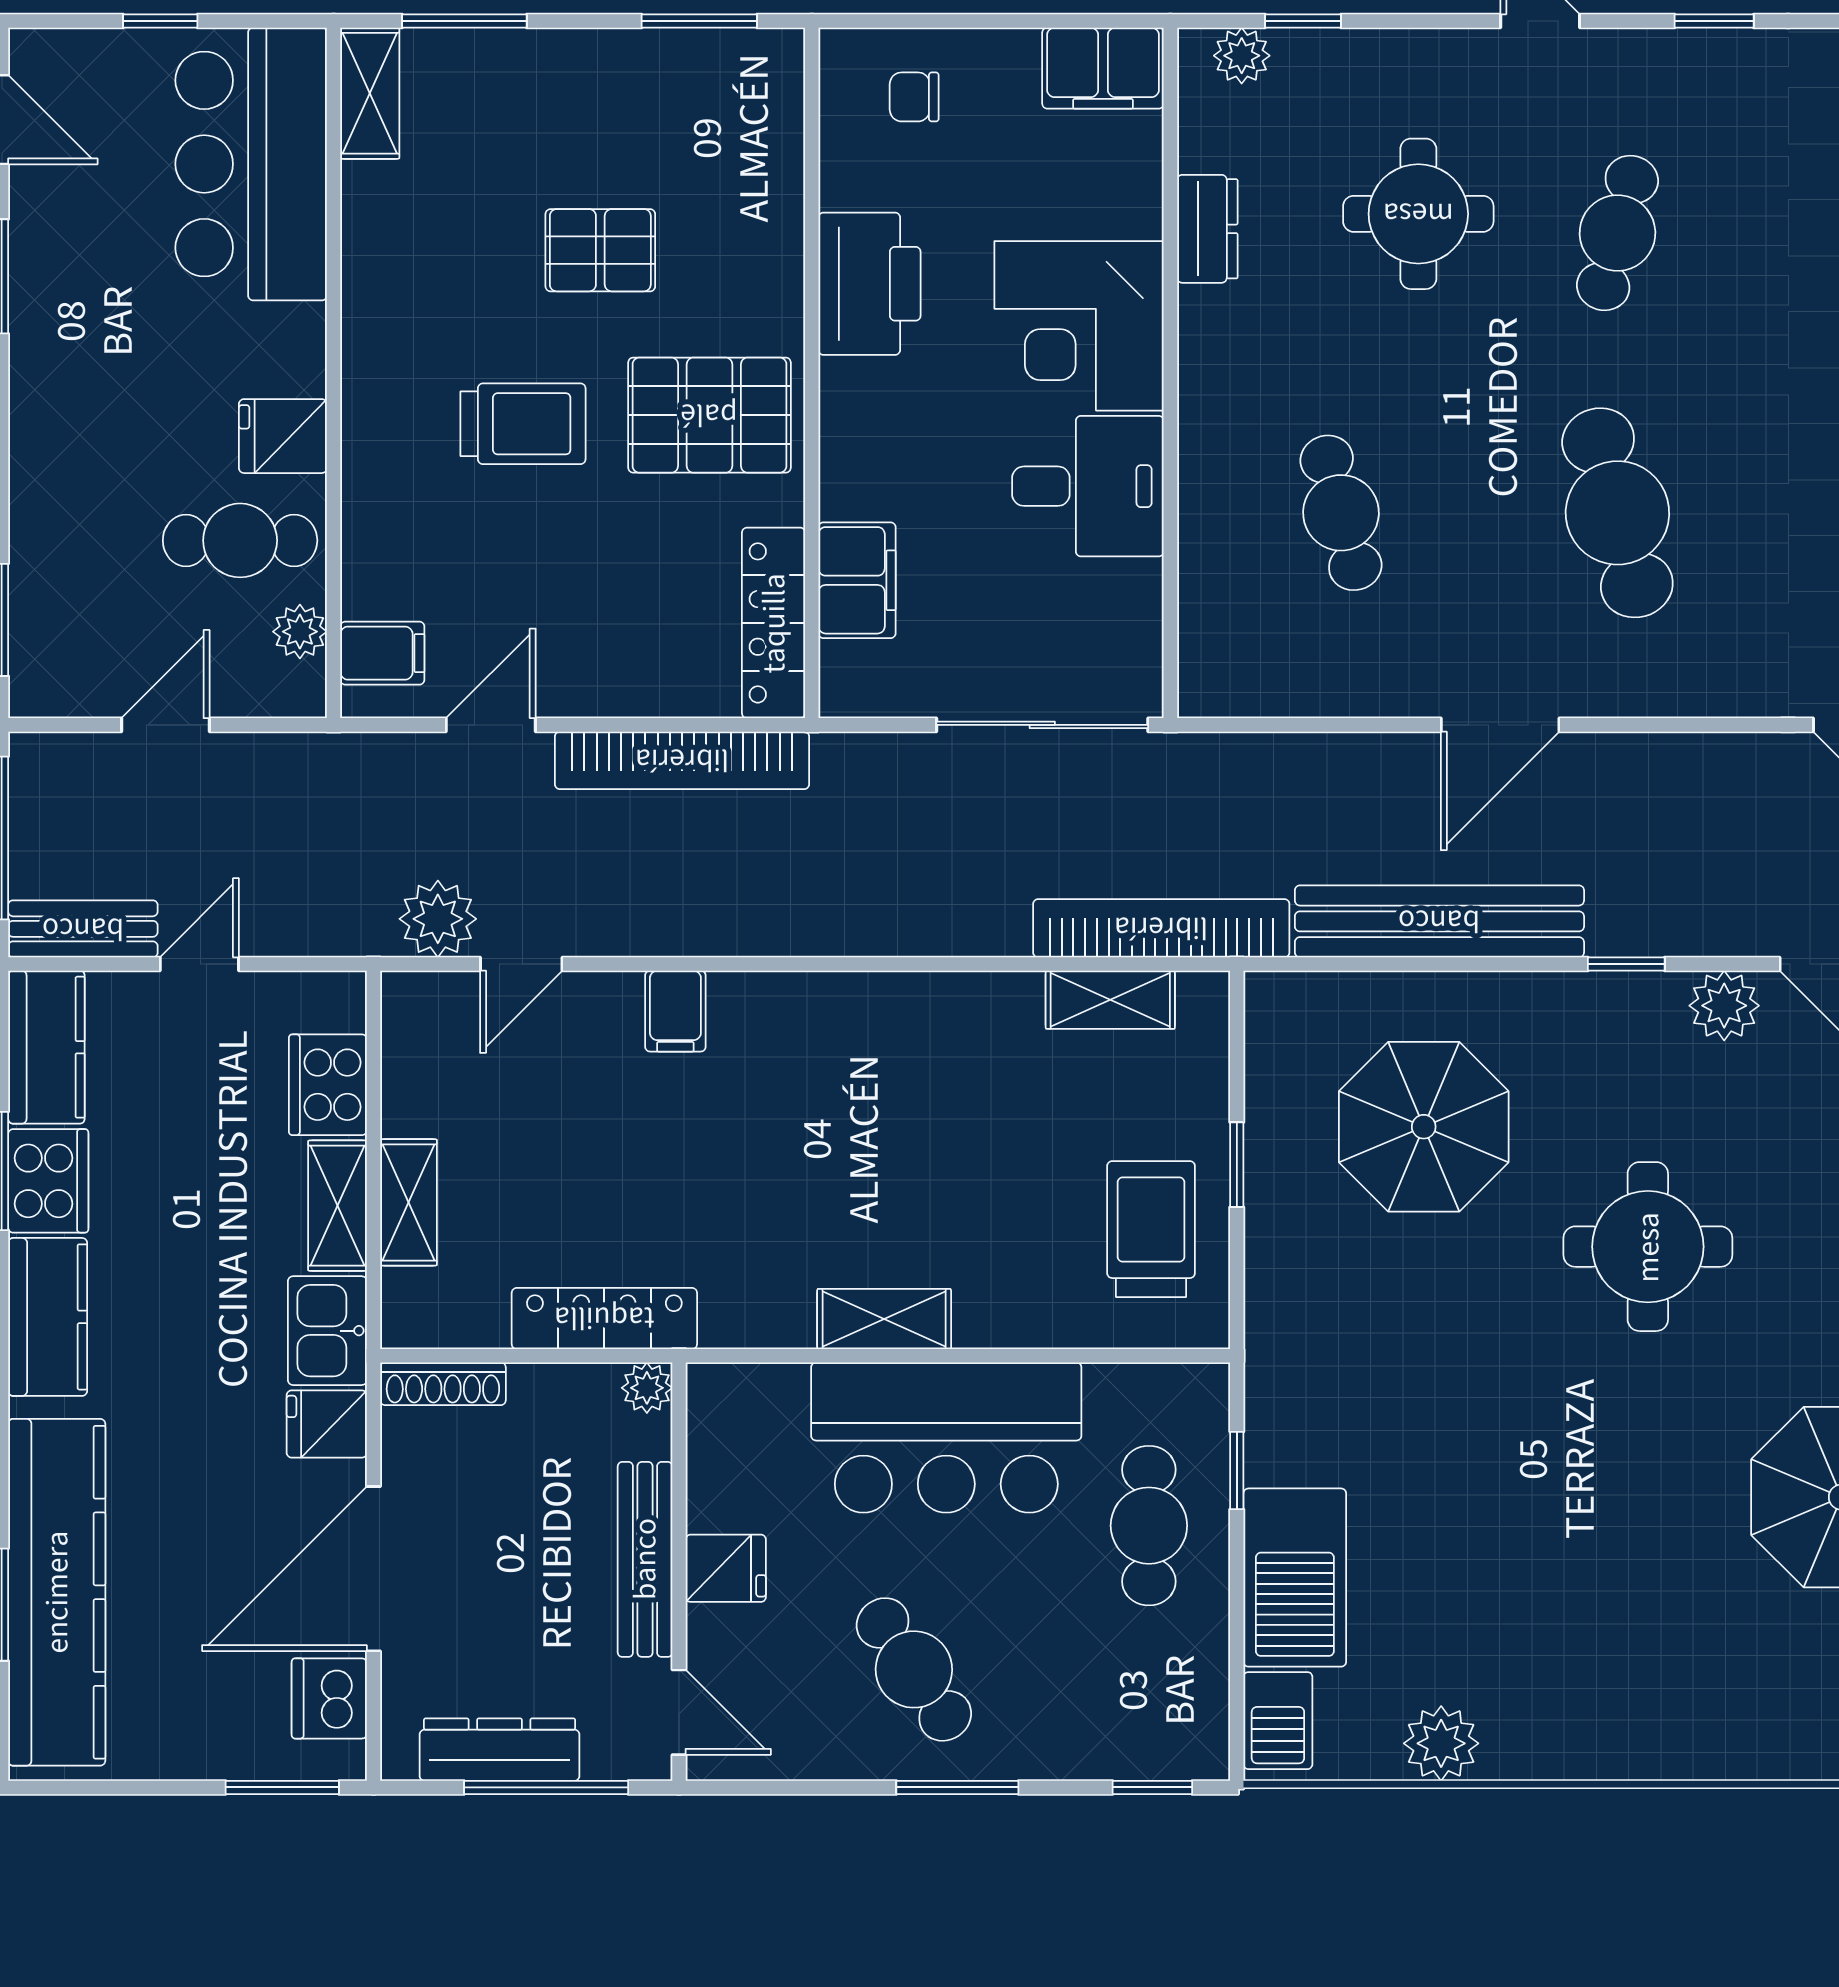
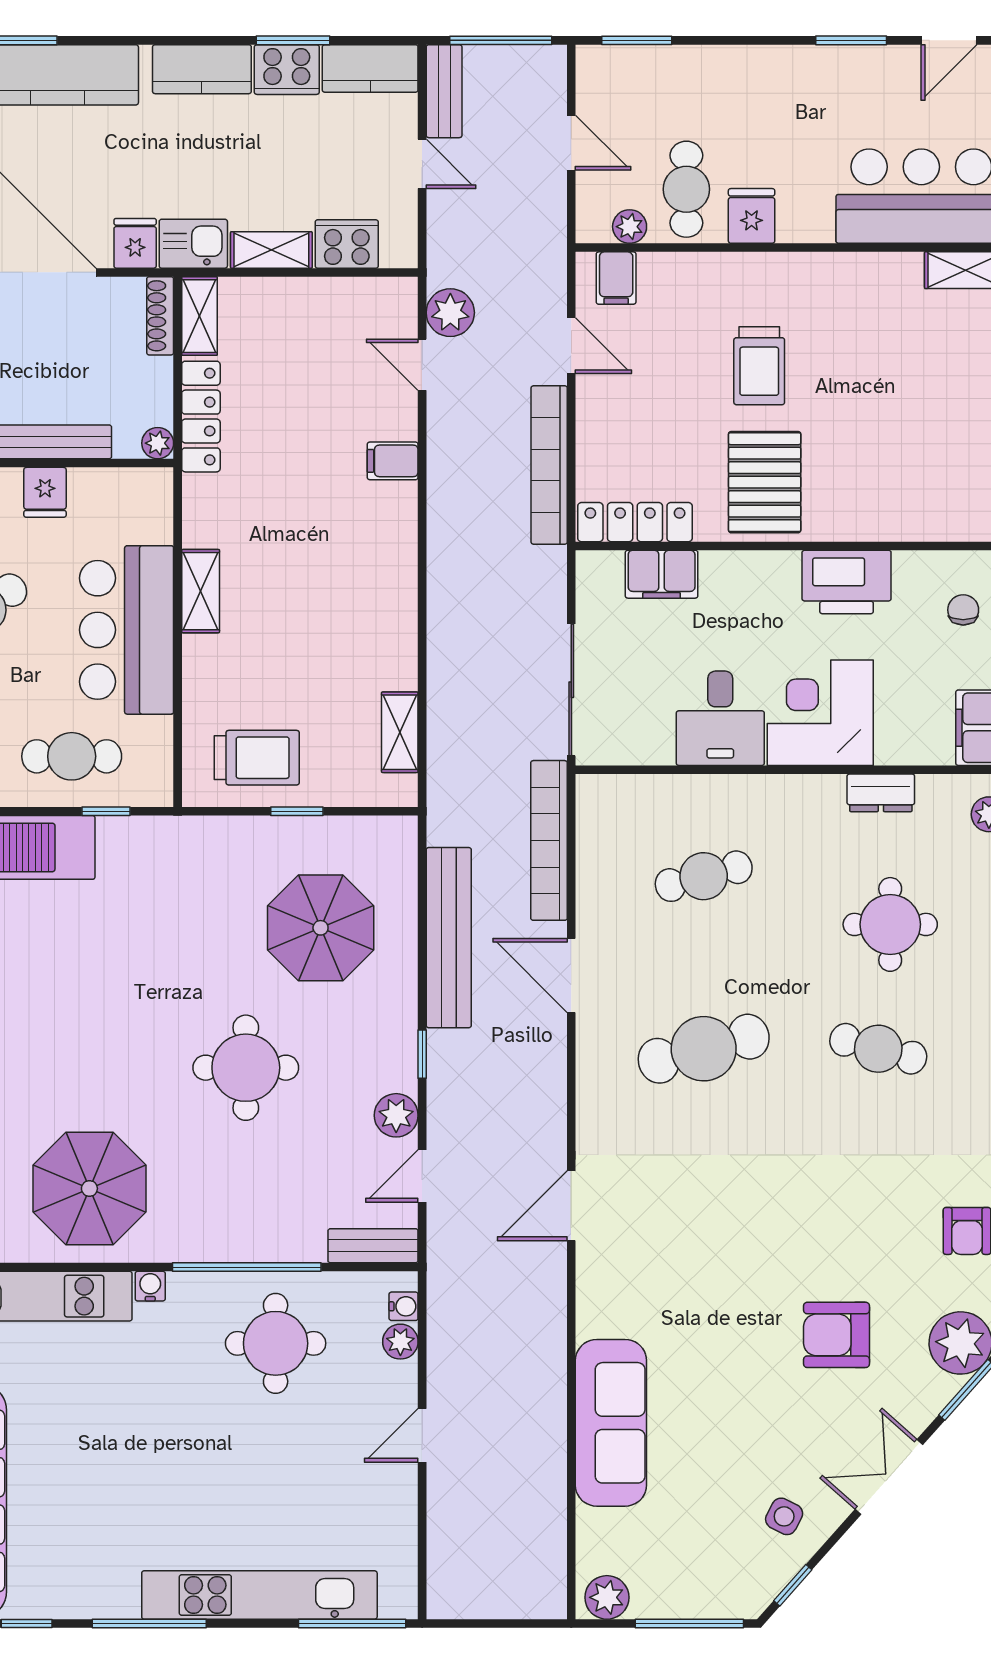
pallet: (600, 250) -> (868, 414), removed
bookcase: (1161, 928) -> (549, 840), moved, turned 180
shelving: (409, 1202) -> (199, 316), moved, turned 90

